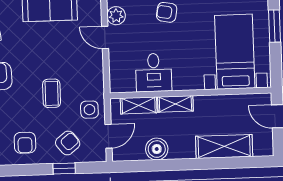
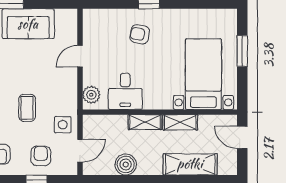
plant: (116, 16) -> (91, 95), moved
door: (105, 37) -> (80, 56), hinge flipped
shelving: (139, 105) -> (180, 122), moved
armchair: (68, 143) -> (41, 156), turned -51

